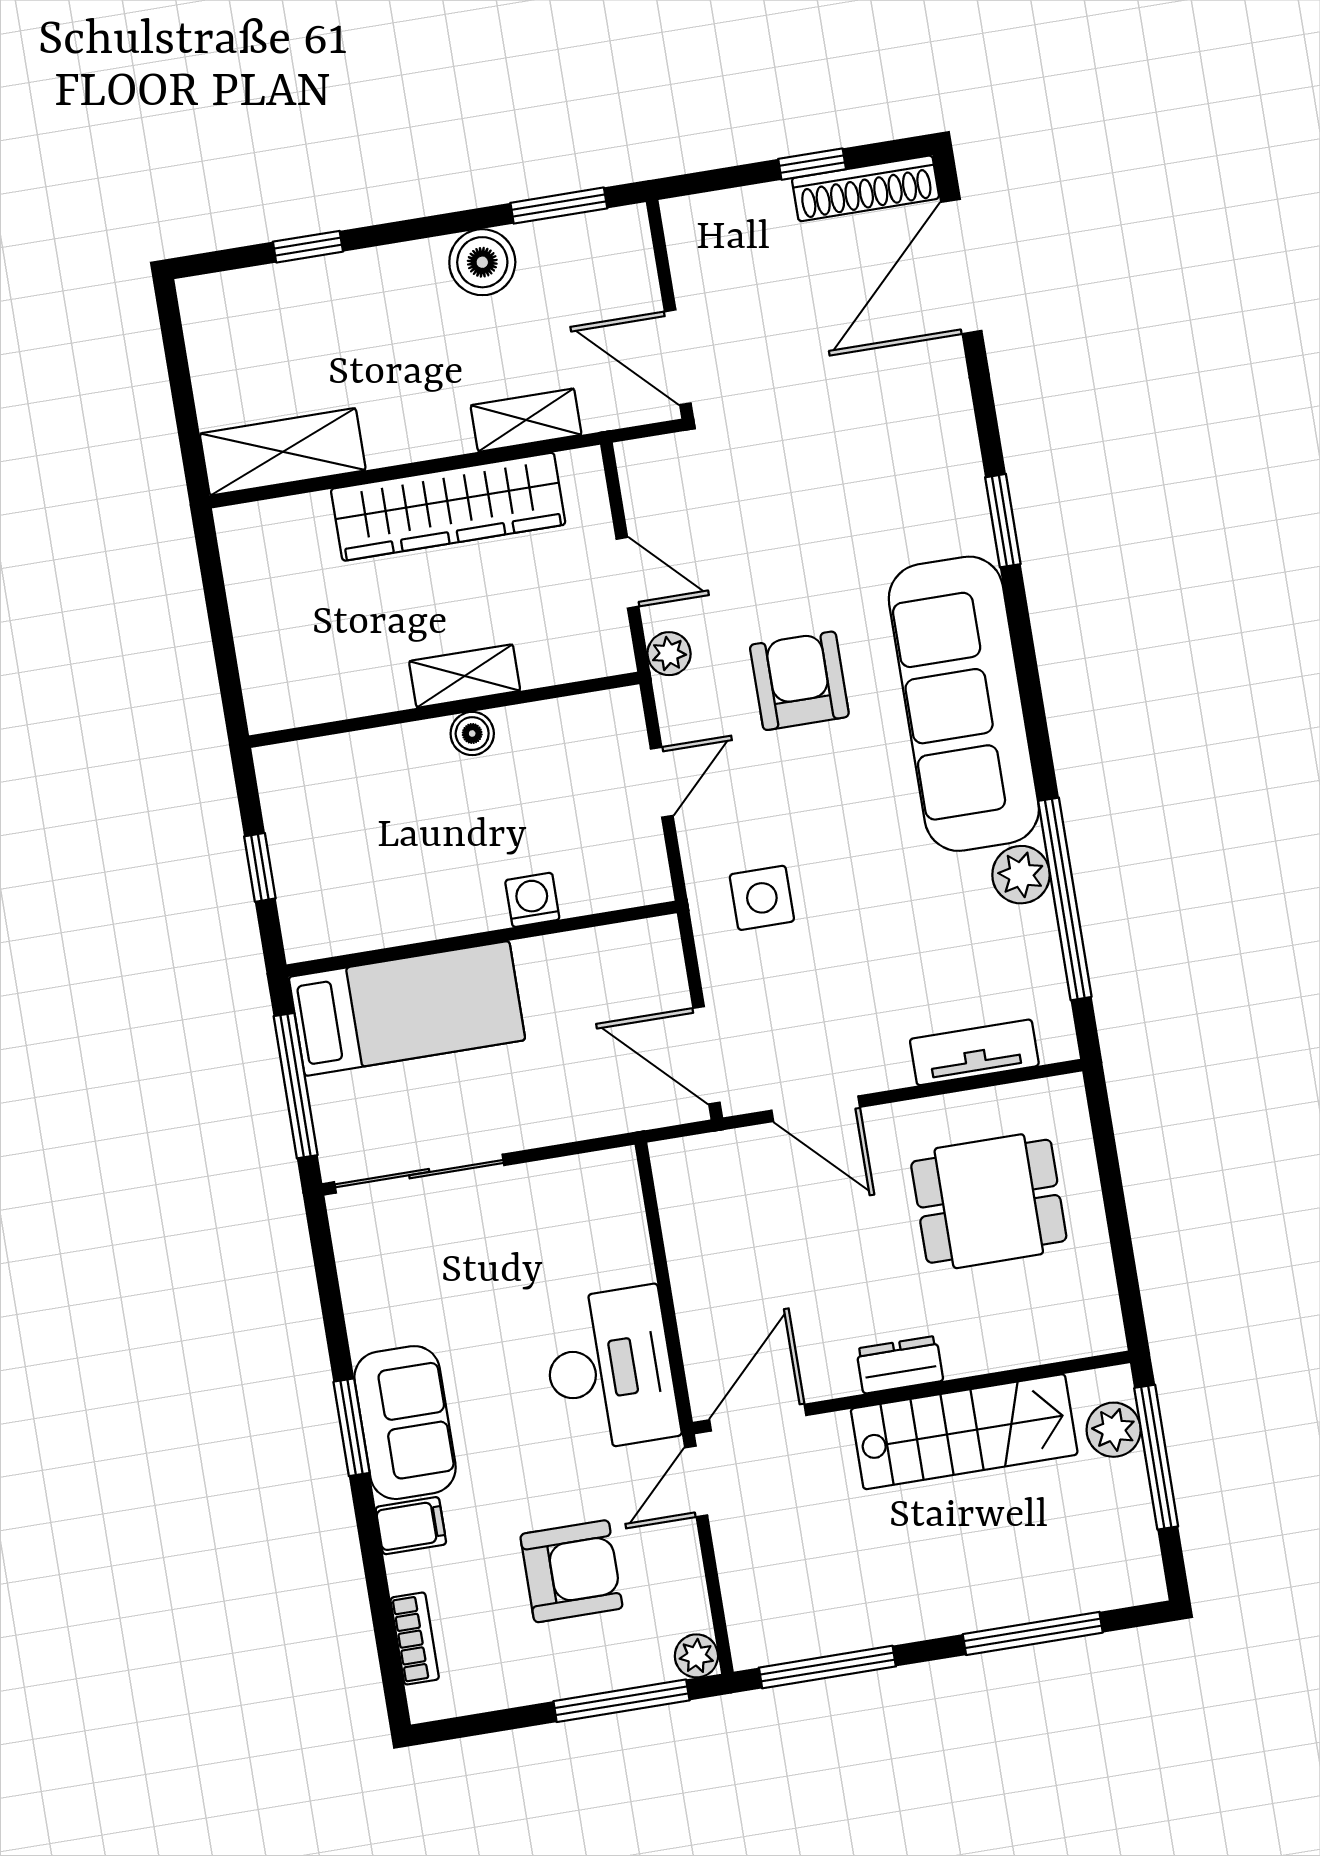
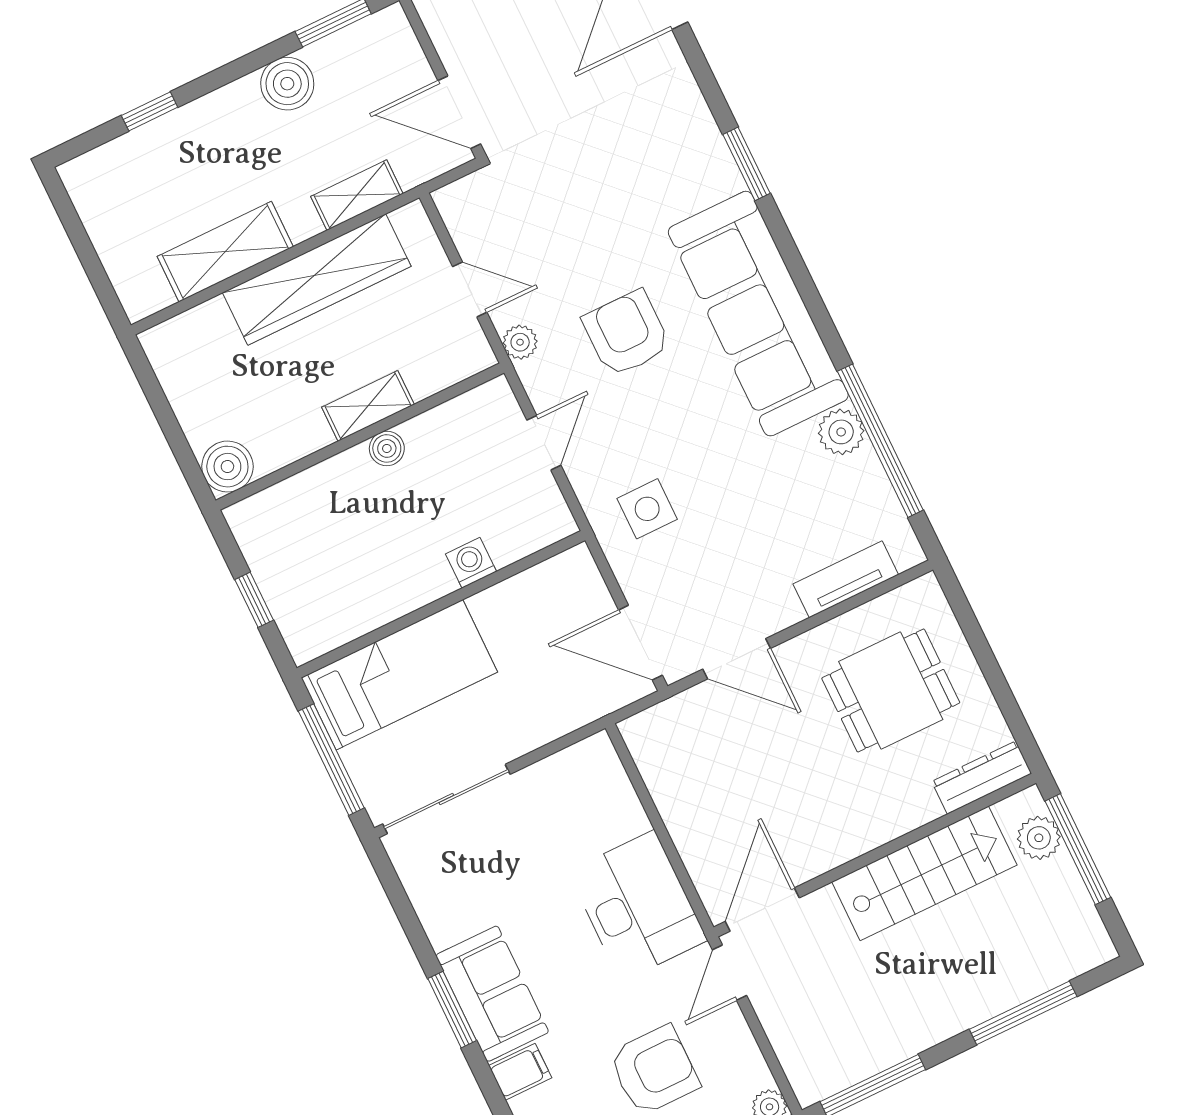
shelving: (283, 452) -> (225, 252), moved
boiler: (275, 699) -> (227, 467), added
dresser: (900, 1365) -> (982, 777), moved, width x1.44

